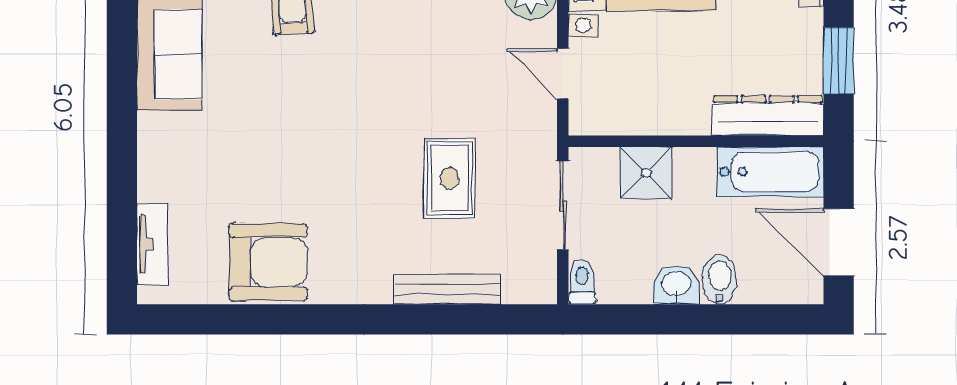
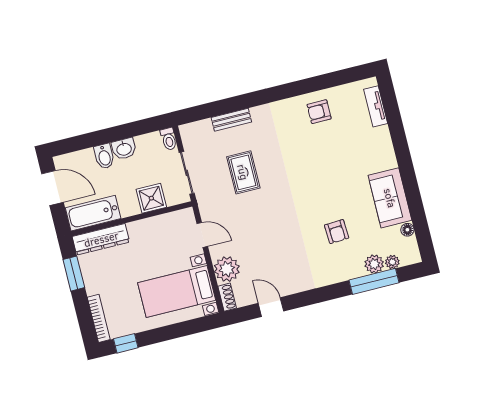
armchair: (268, 262) -> (319, 112), width x0.53, depth x0.53
bench: (447, 289) -> (231, 120), width x0.73

